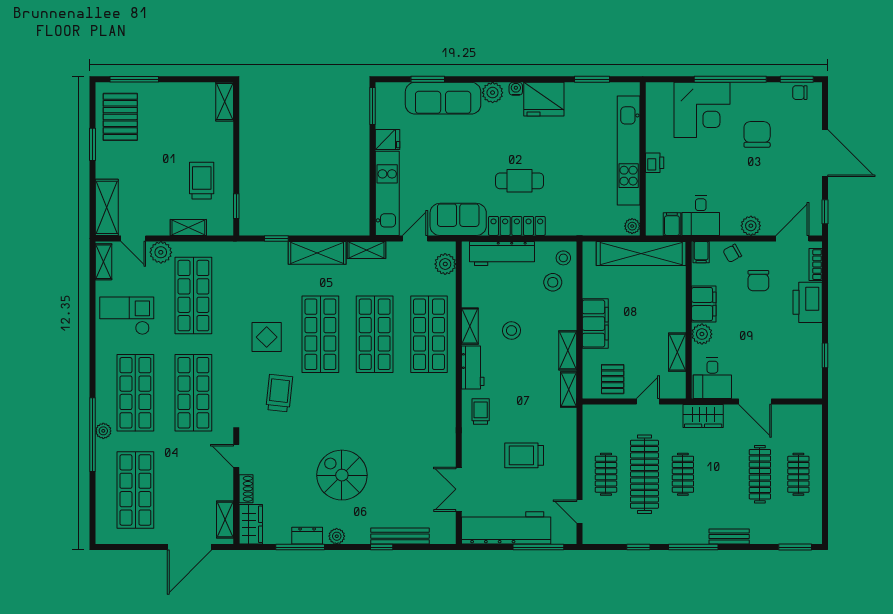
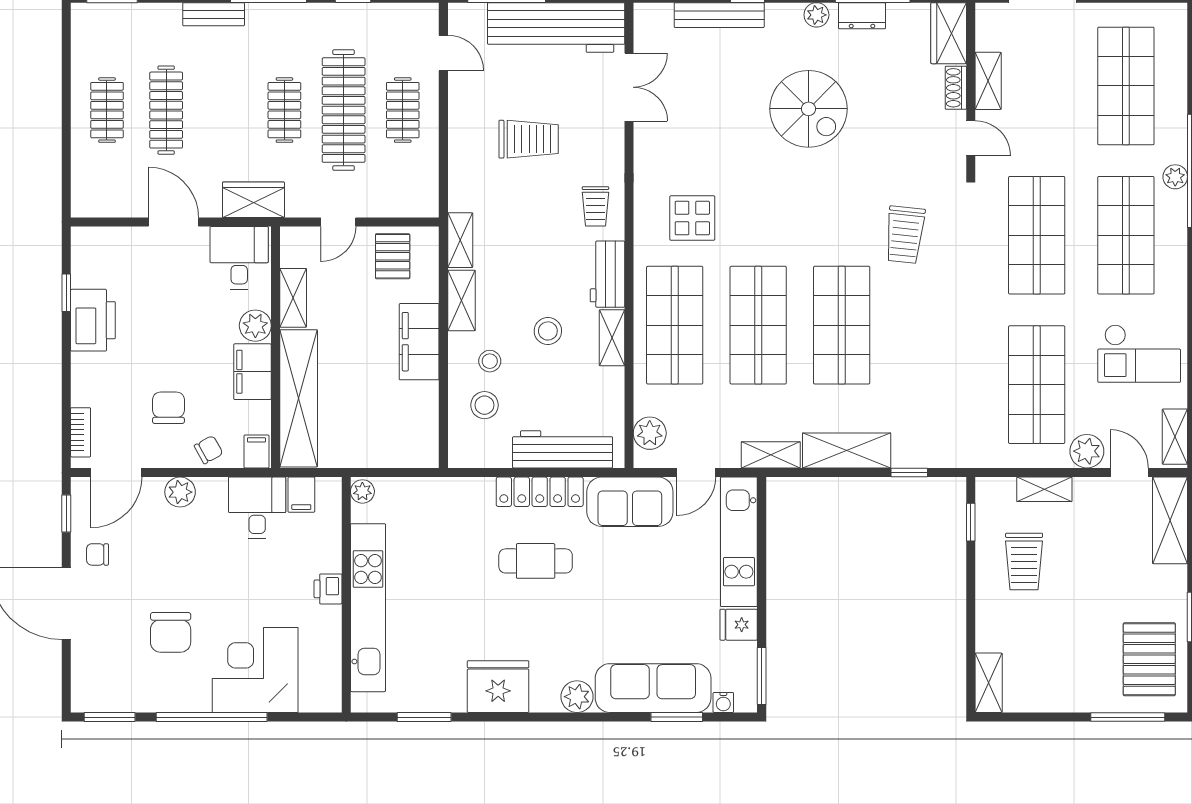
water cooler: (516, 89) -> (723, 702), moved
chair: (800, 93) -> (98, 554), moved, turned 180
shelving: (641, 254) -> (299, 398), moved, turned 90
stool: (563, 258) -> (490, 361), moved
printer: (808, 302) -> (93, 320), moved
display table: (267, 337) -> (692, 218), moved
shelving: (225, 520) -> (988, 81), moved

